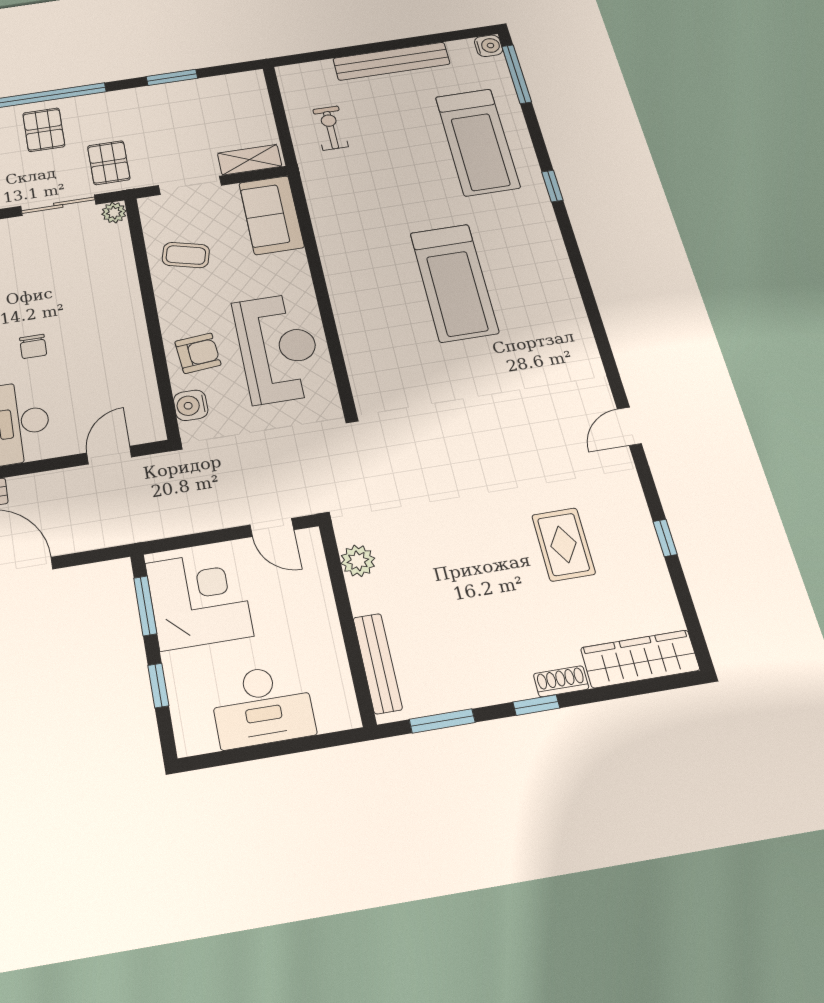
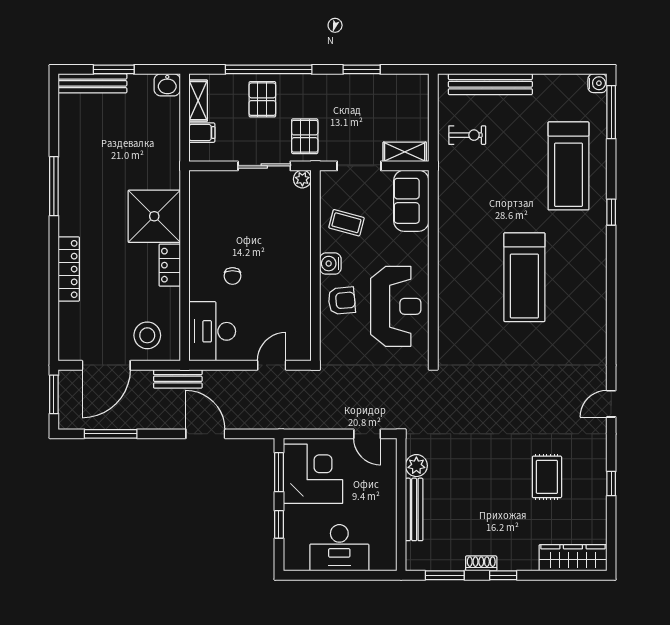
bench: (391, 61) -> (490, 84), moved
exercise bike: (331, 128) -> (467, 135), turned 90
water cooler: (191, 405) -> (330, 264), moved
bench: (378, 663) -> (414, 509), moved
shoe rack: (561, 681) -> (481, 563), moved

